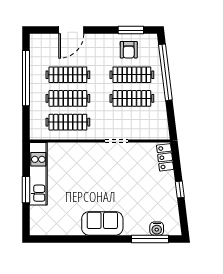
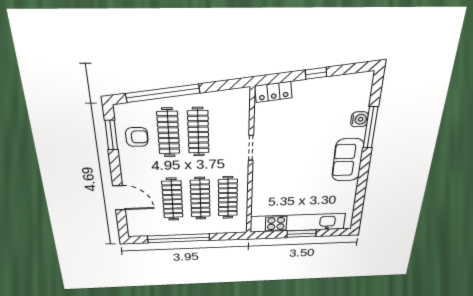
kitchen unit: (38, 174) -> (298, 223), width x1.36
water cooler: (157, 229) -> (359, 119), moved
window: (150, 239) -> (371, 128), moved

